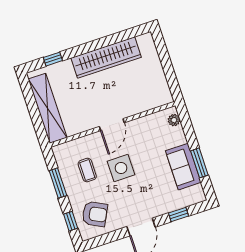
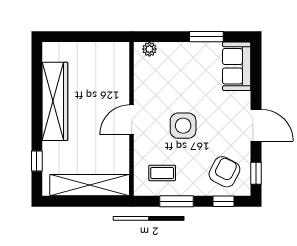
door: (112, 125) -> (132, 120), swing flipped
sofa: (183, 167) -> (237, 66), moved, turned 90
coffee table: (87, 170) -> (162, 173), moved
window: (179, 215) -> (256, 173), moved

